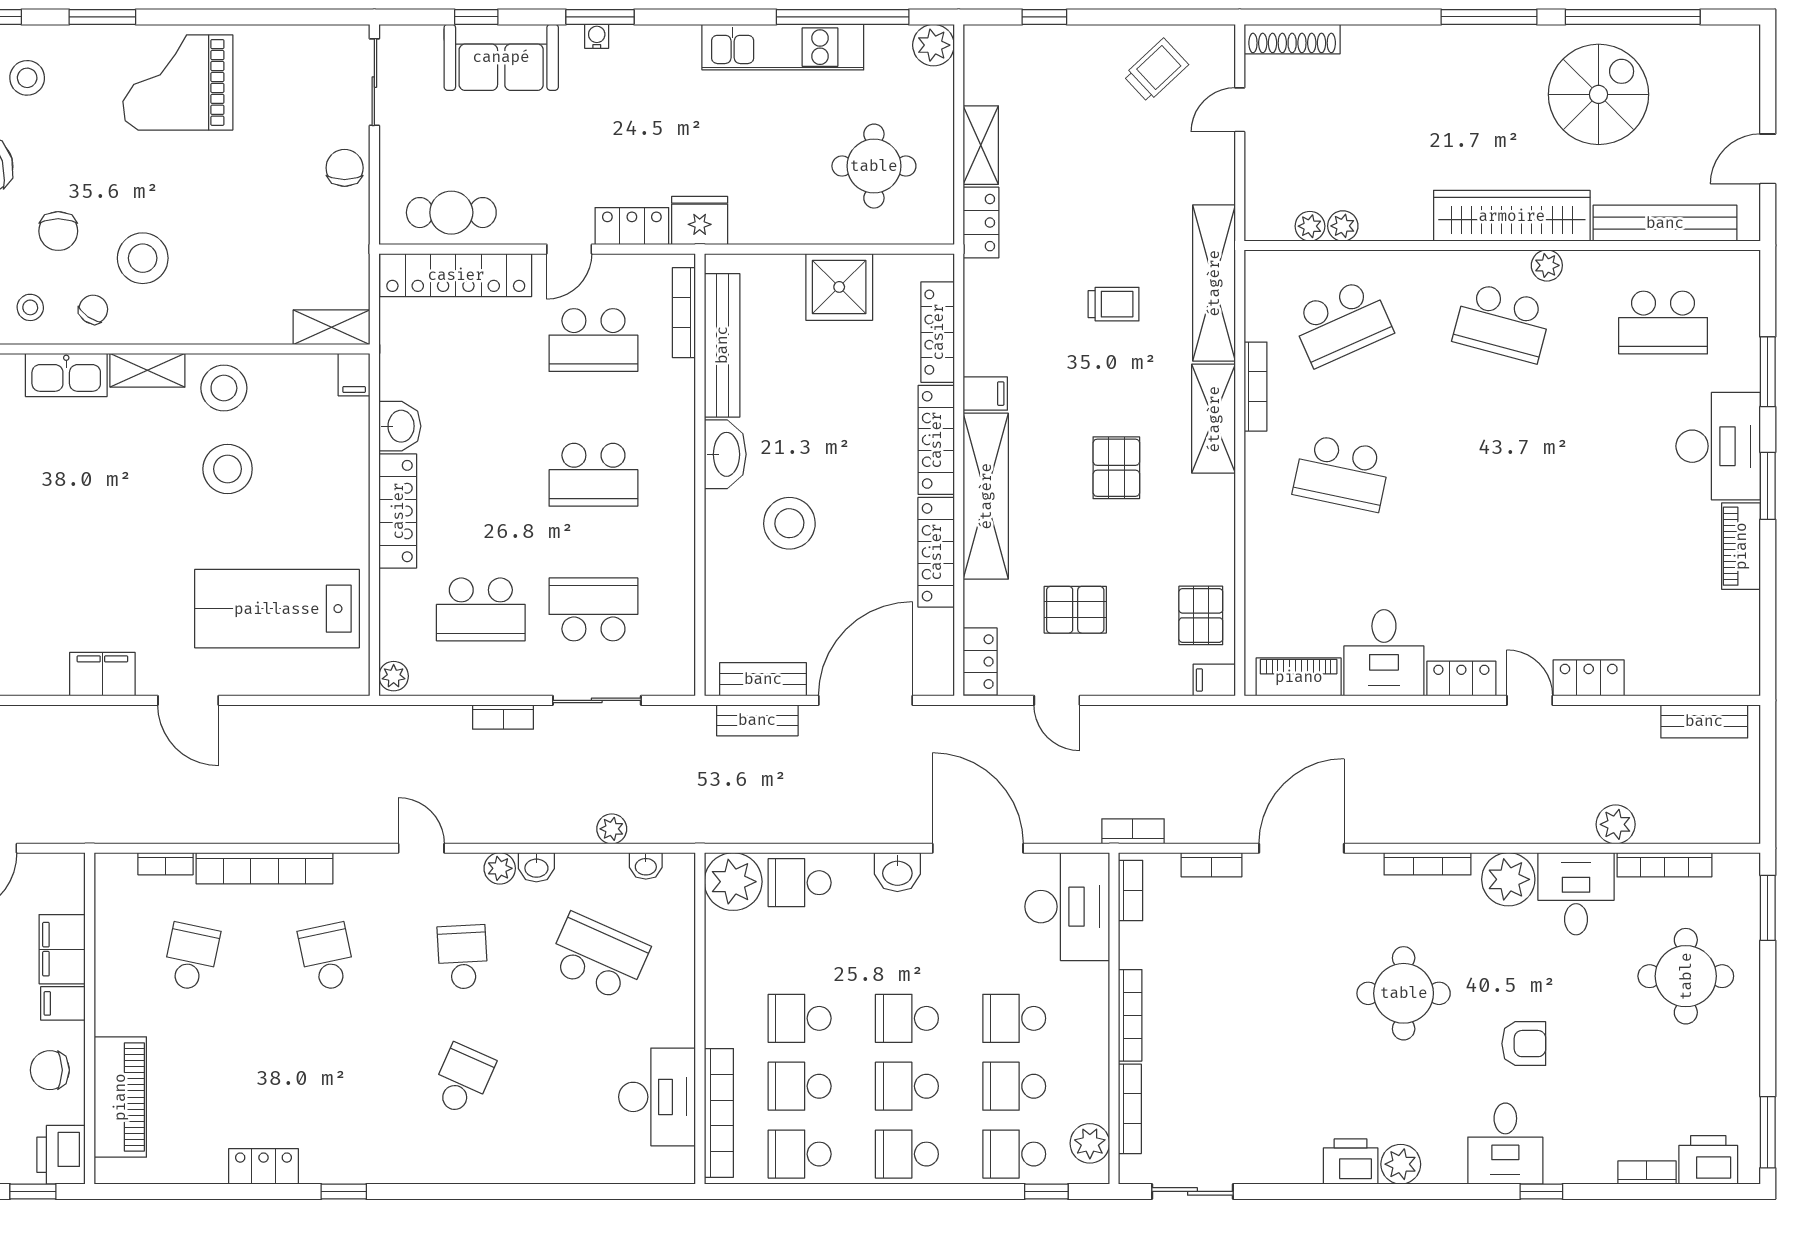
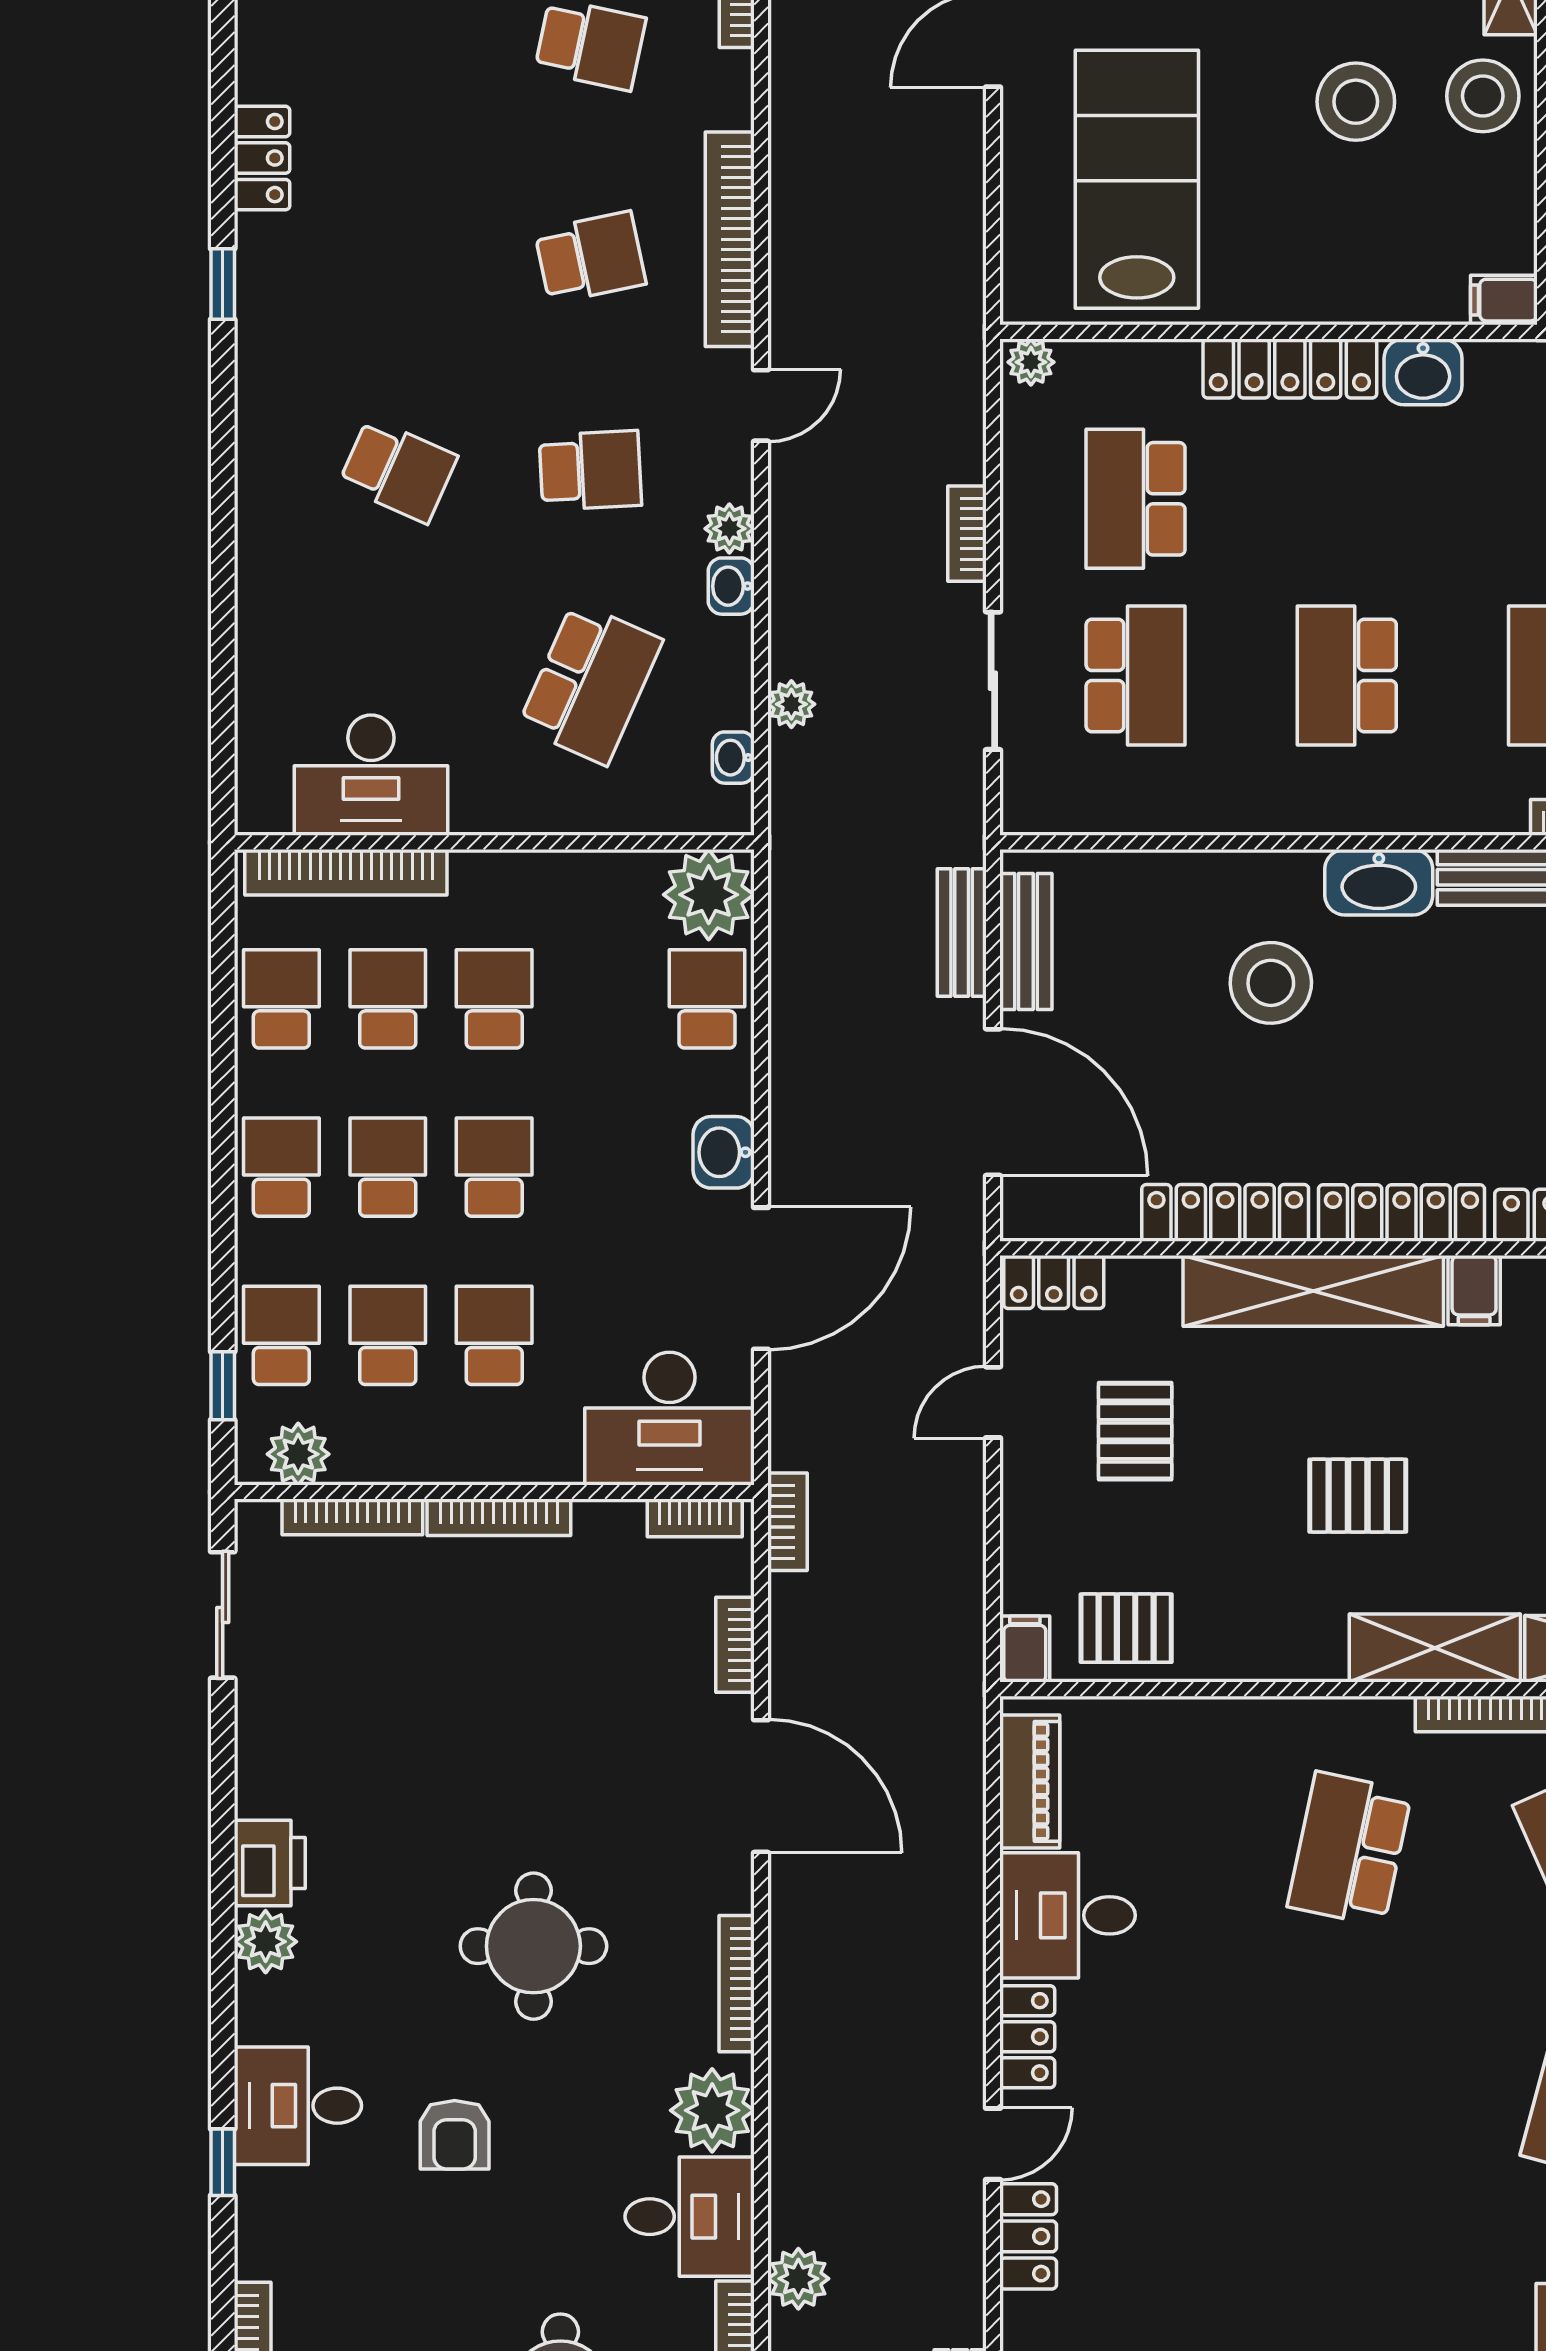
bookcase: (265, 868) -> (730, 239), moved

